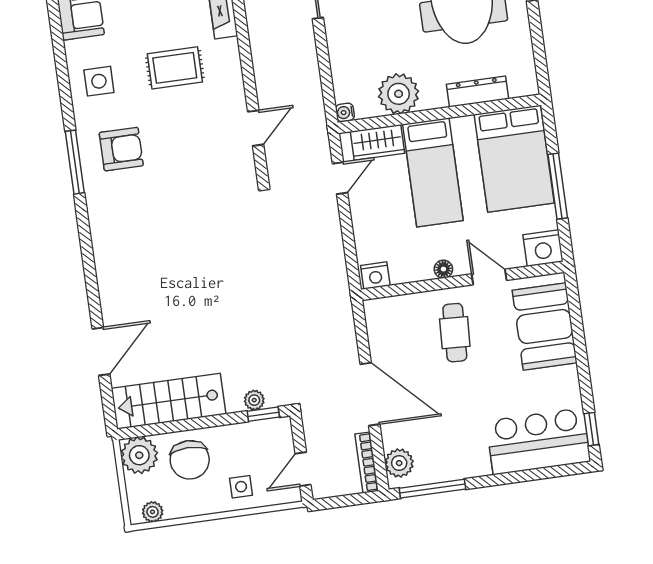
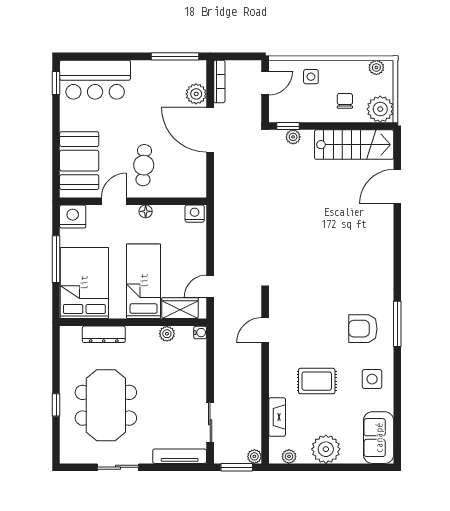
plant: (399, 94) -> (167, 334), width x0.53, depth x0.53
door: (489, 277) -> (114, 201), swing flipped
chair: (190, 460) -> (345, 101), width x0.54, depth x0.54
plant: (399, 463) -> (196, 94), moved

